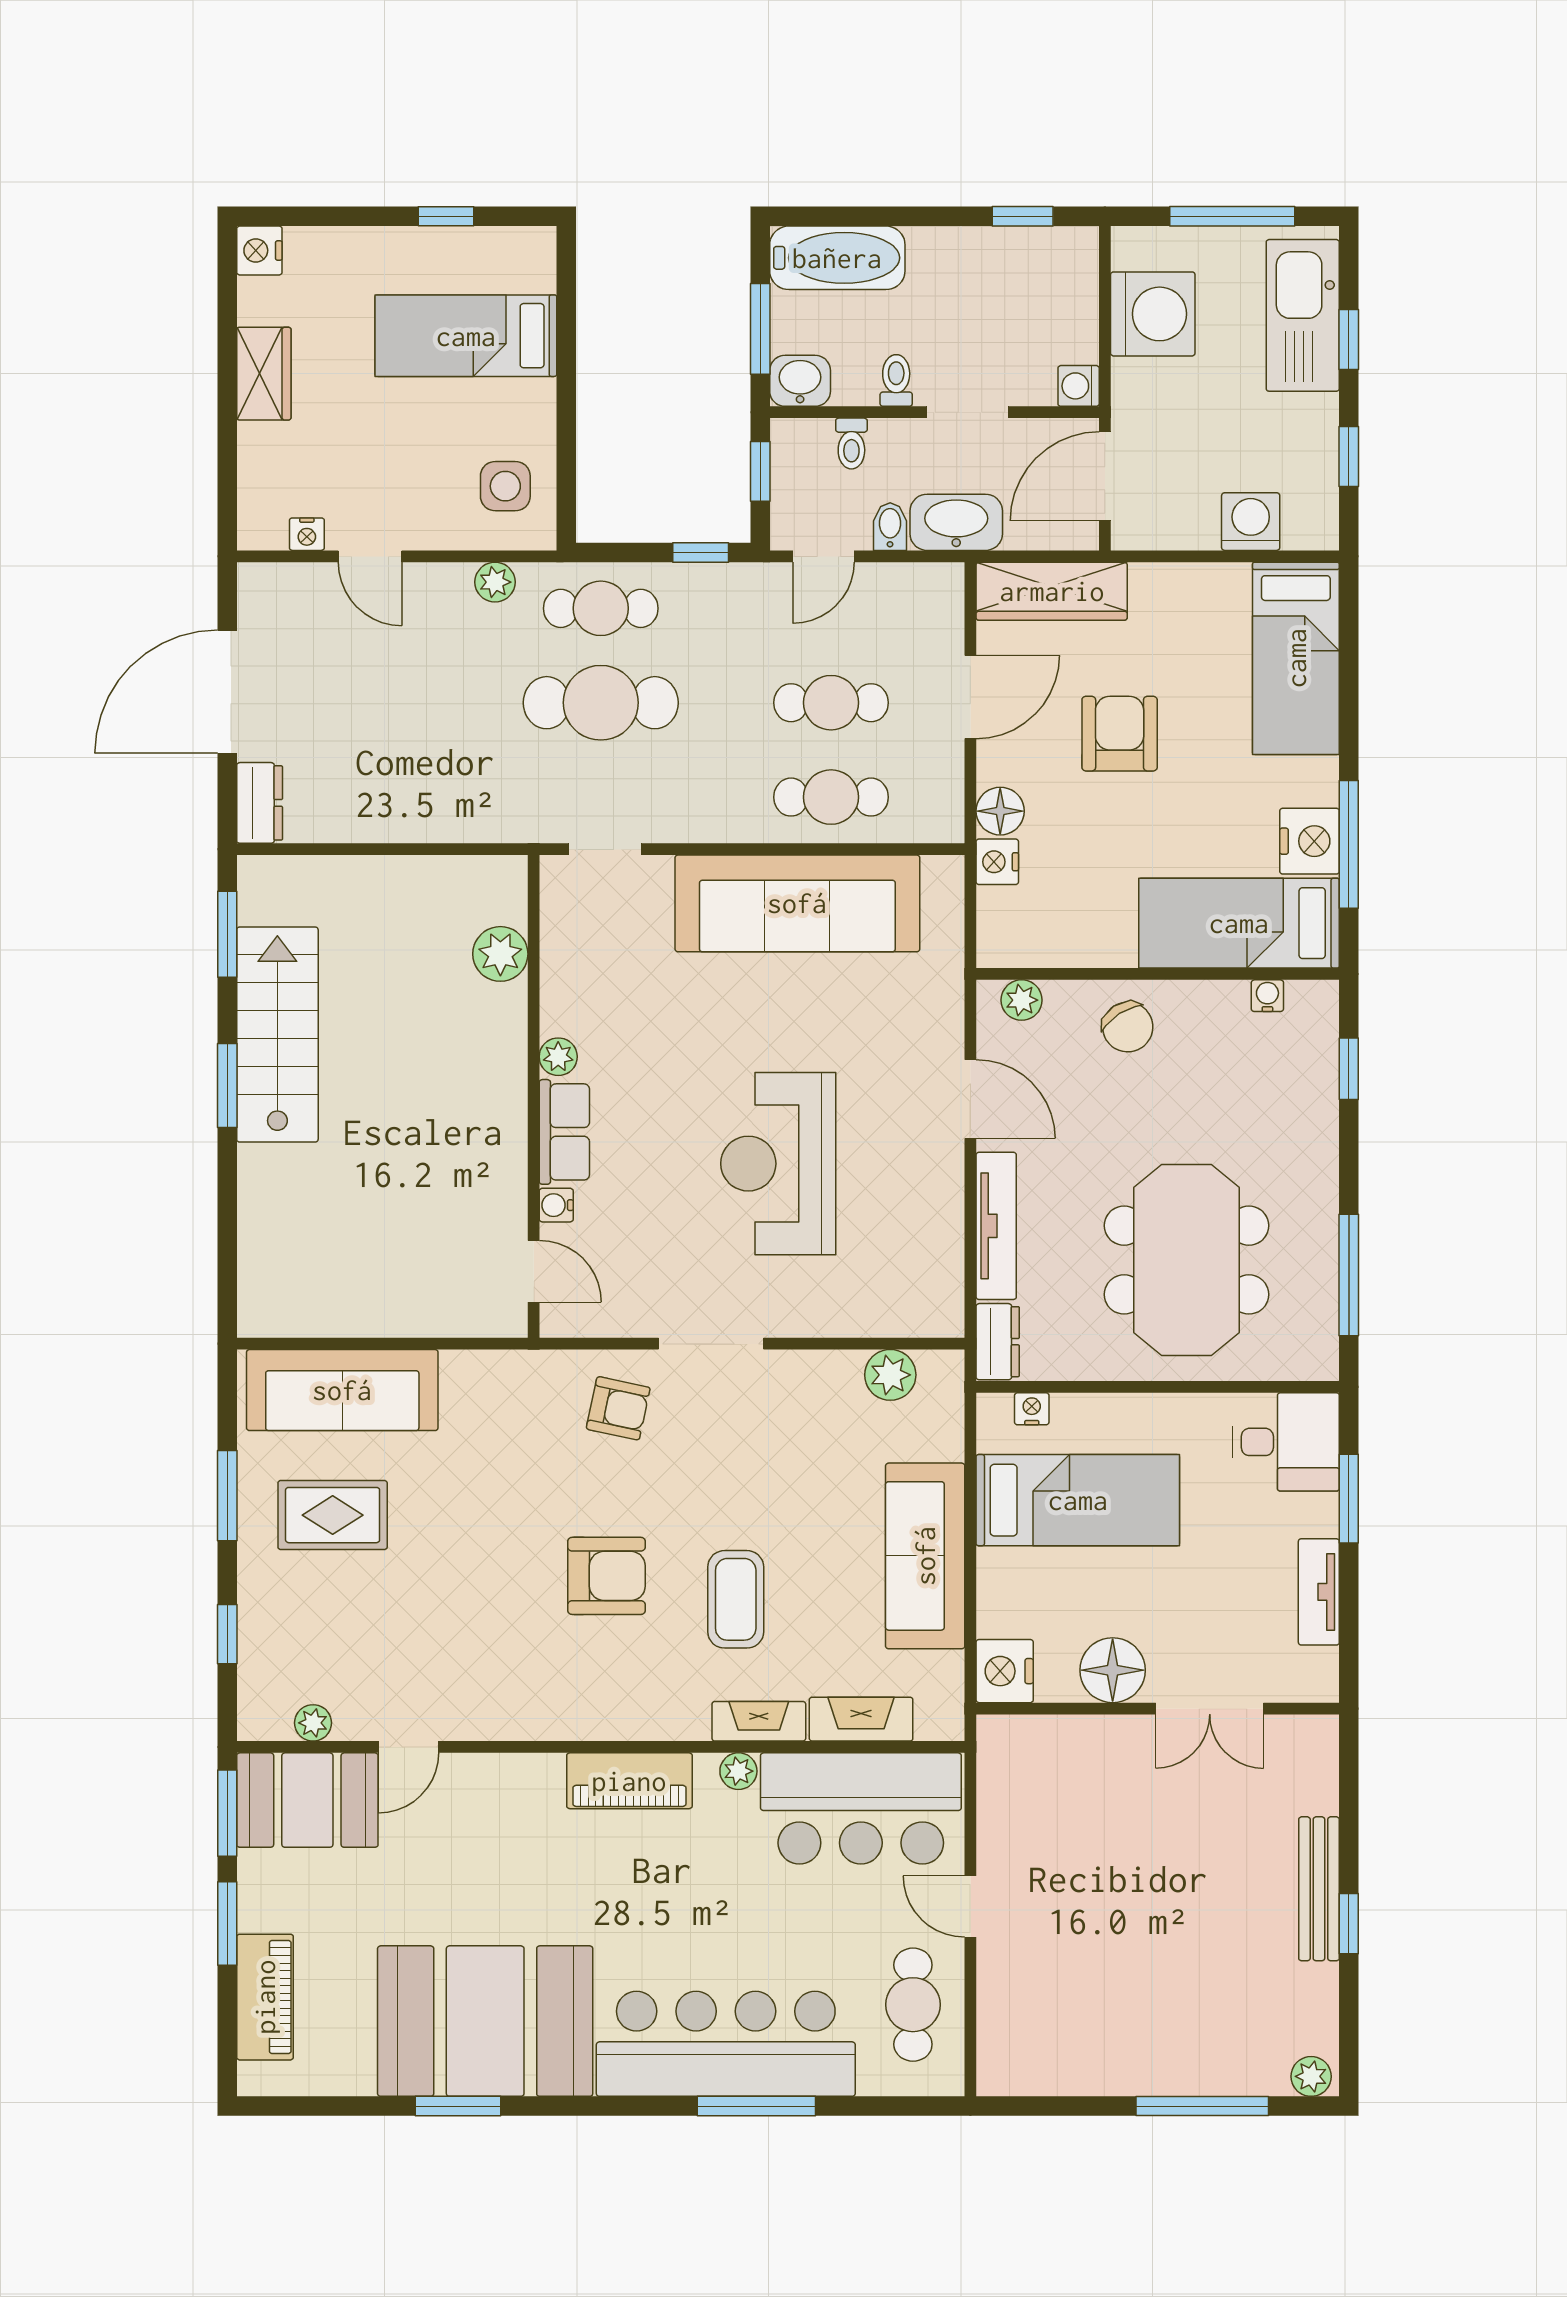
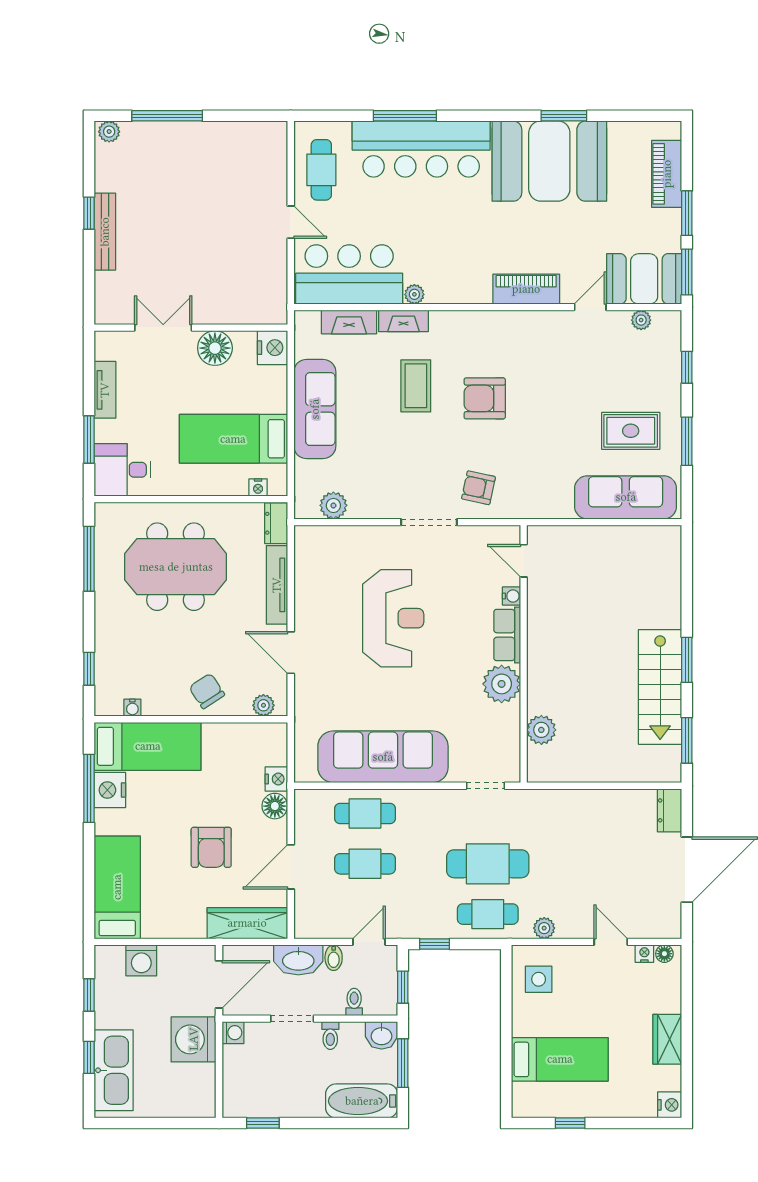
window: (1232, 216) -> (151, 1123), removed
washing machine: (1153, 314) -> (194, 1039), moved
floor lamp: (269, 534) -> (664, 954), added
plant: (558, 1057) -> (502, 684), width x1.88, depth x1.88
meeting table: (1187, 1260) -> (176, 567), turned 90
piano: (629, 1781) -> (526, 289), moved

